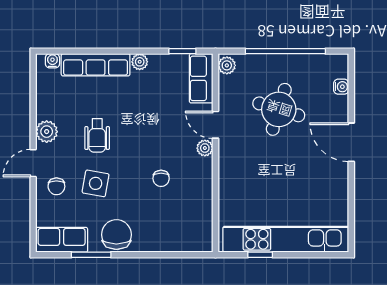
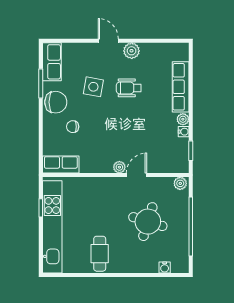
water cooler: (52, 61) -> (184, 132), moved
row of seats: (201, 78) -> (61, 165), moved
door: (351, 142) -> (124, 275), removed
cafe table: (322, 175) -> (100, 254), added
chair: (161, 178) -> (73, 127), moved
chair: (56, 186) -> (91, 58), removed

